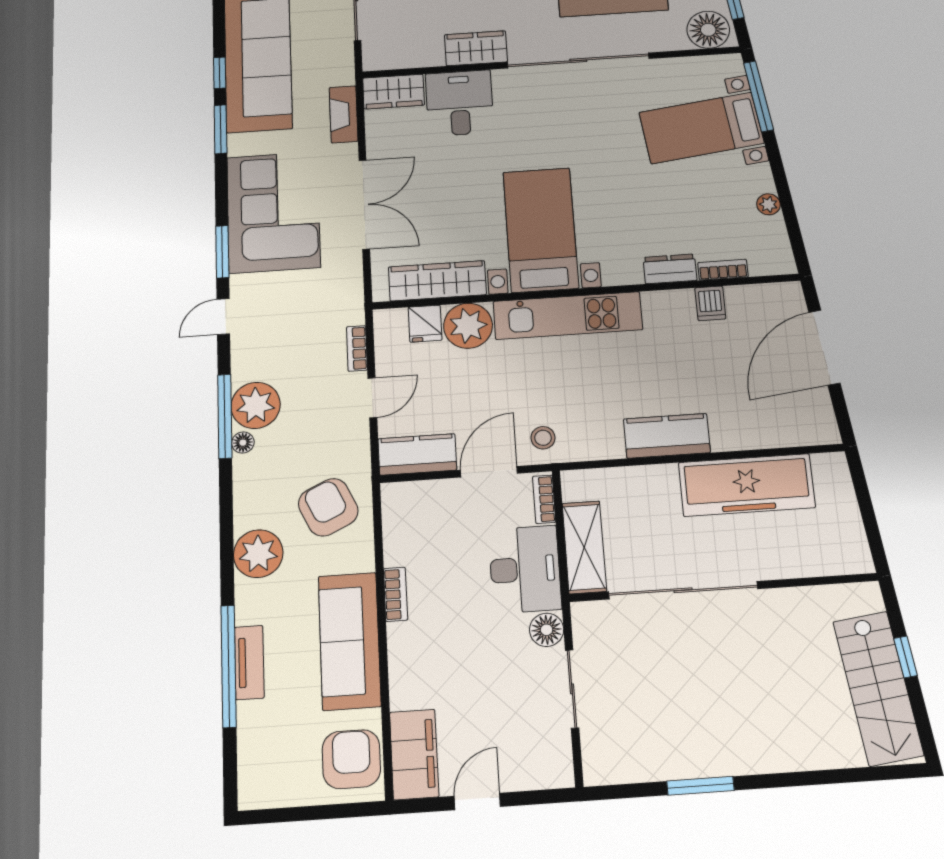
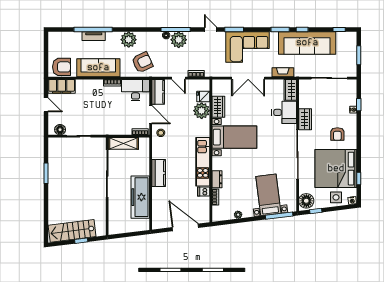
wardrobe: (437, 281) -> (218, 107), width x0.67
kitchen unit: (568, 316) -> (203, 162), moved
desk: (525, 569) -> (136, 90), moved, turned 180
floor lamp: (547, 630) -> (60, 130), moved

